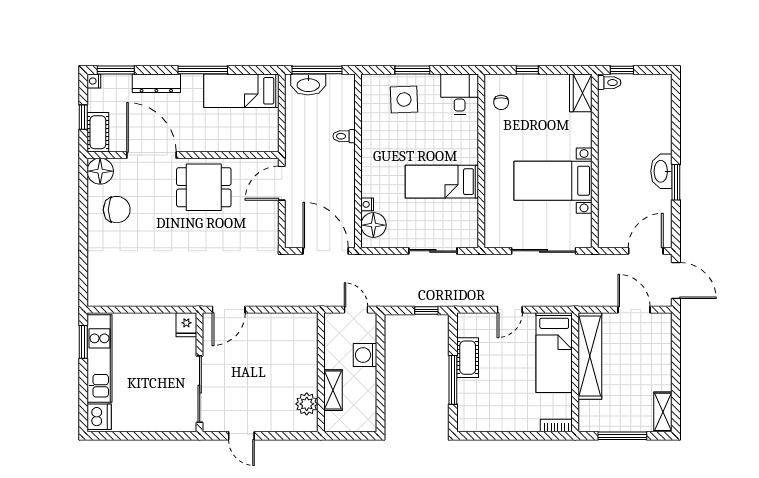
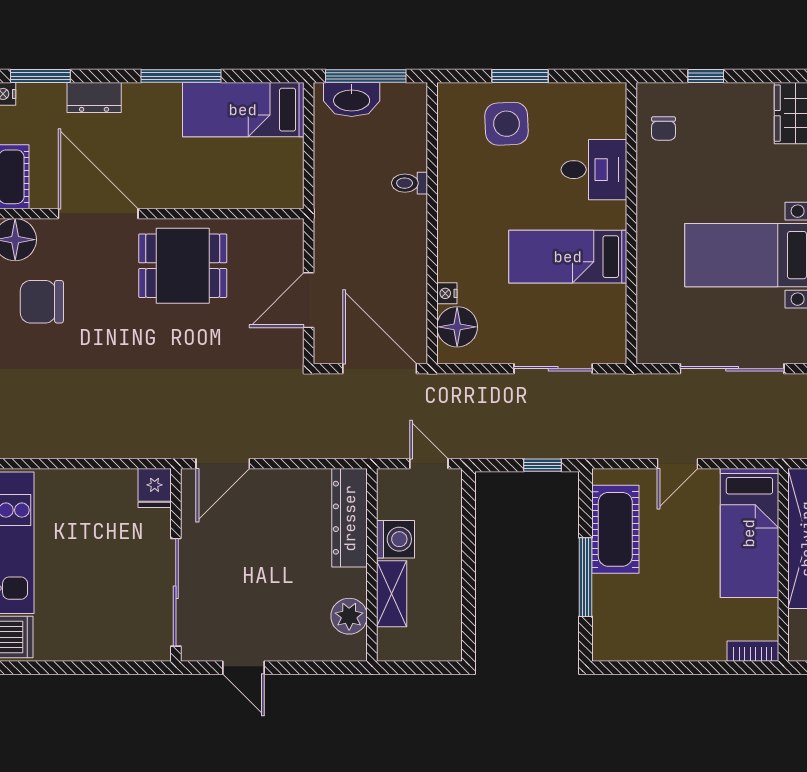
dresser: (156, 83) -> (94, 98), width x0.70
desk: (460, 94) -> (594, 170), moved, turned 90
door: (282, 183) -> (309, 300), moved
chair: (117, 210) -> (42, 302), turned 180
dresser: (307, 343) -> (350, 518), added
washing machine: (365, 355) -> (396, 539), moved, turned 180
cot: (468, 358) -> (615, 529), width x1.37, depth x1.34

